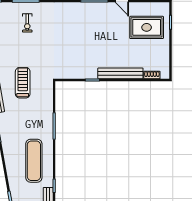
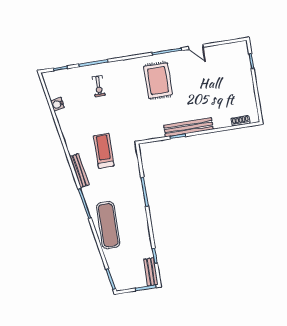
rug: (147, 27) -> (158, 81), moved, turned 90
bench: (120, 73) -> (188, 127), moved
exercise mat: (34, 161) -> (108, 225), moved

